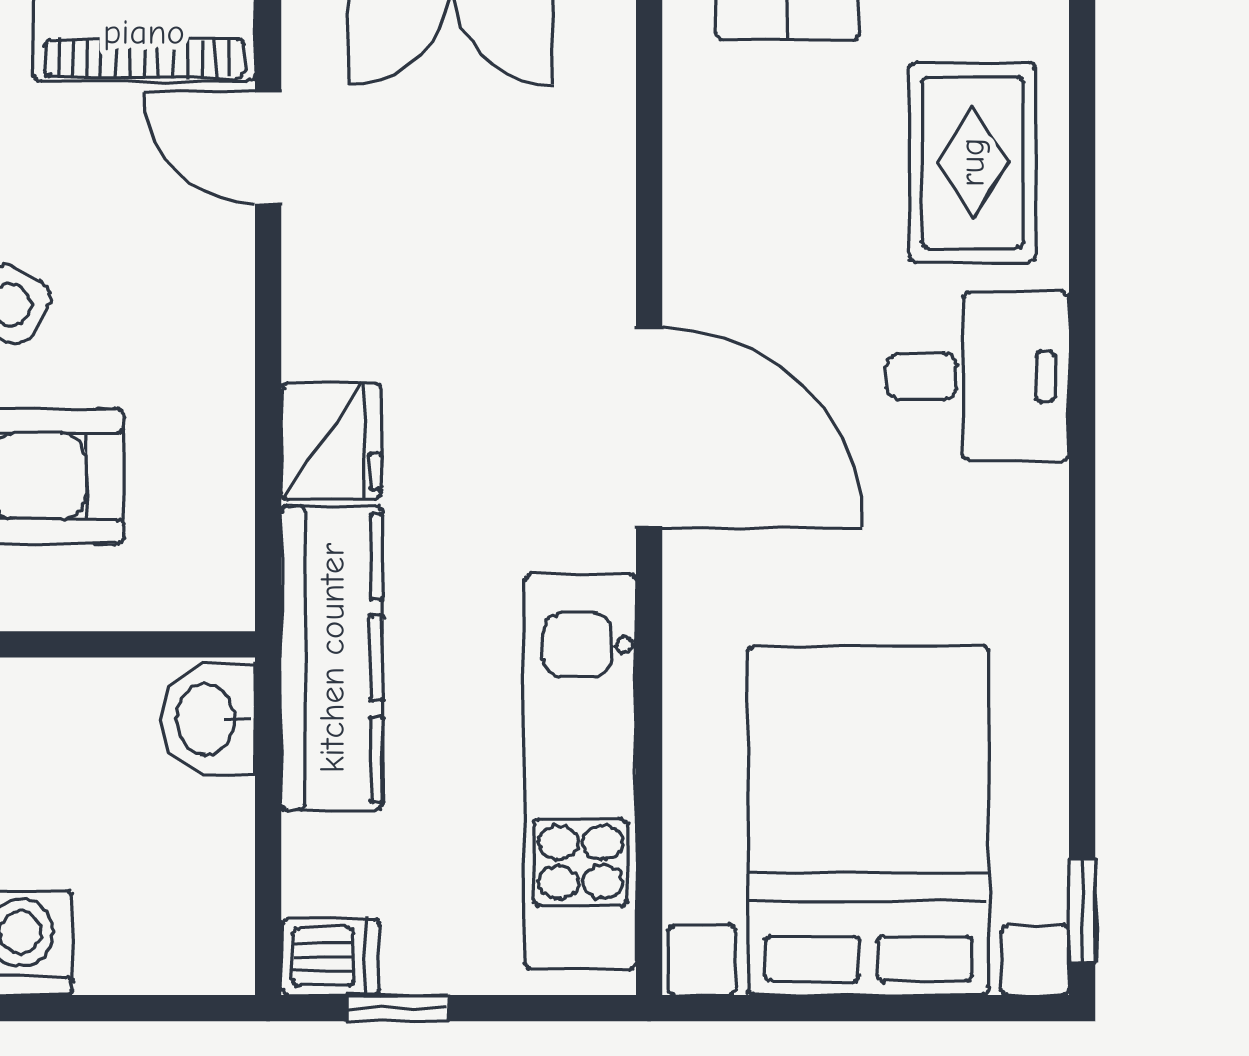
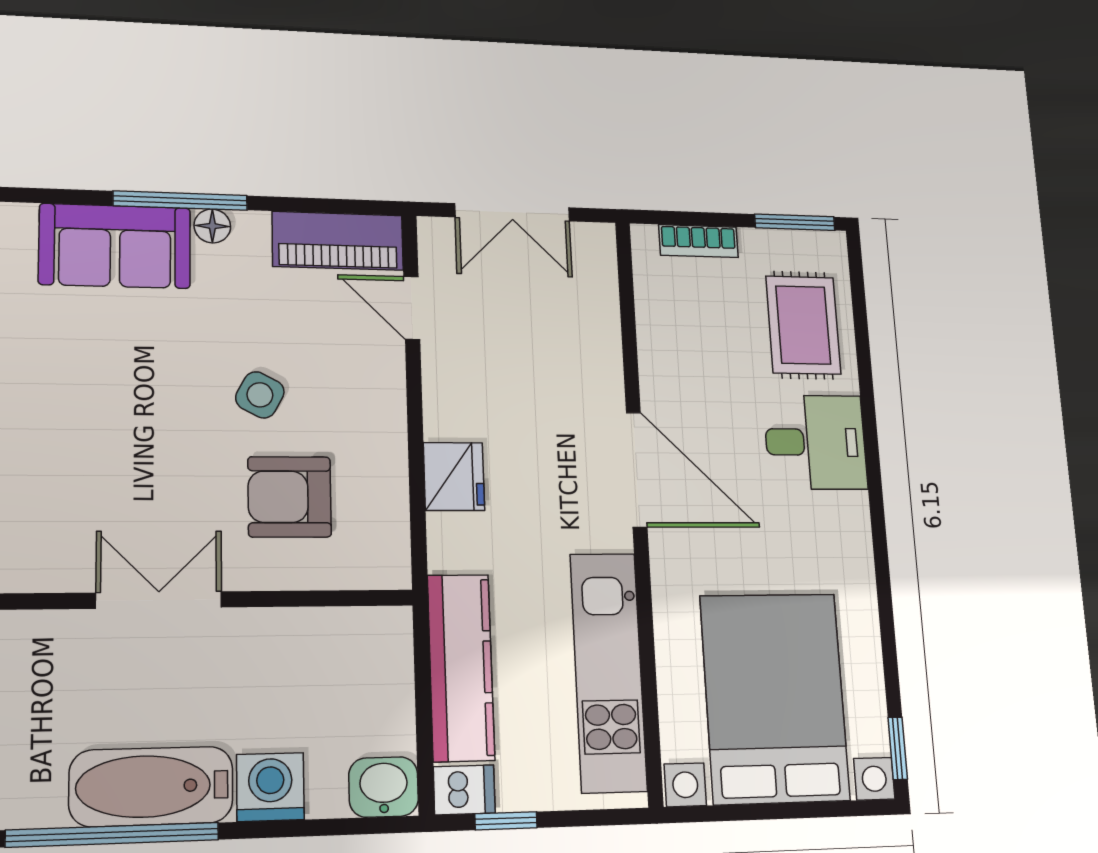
kitchen counter: (332, 658) -> (461, 667), moved
washbasin: (208, 719) -> (384, 787), moved, turned 90

